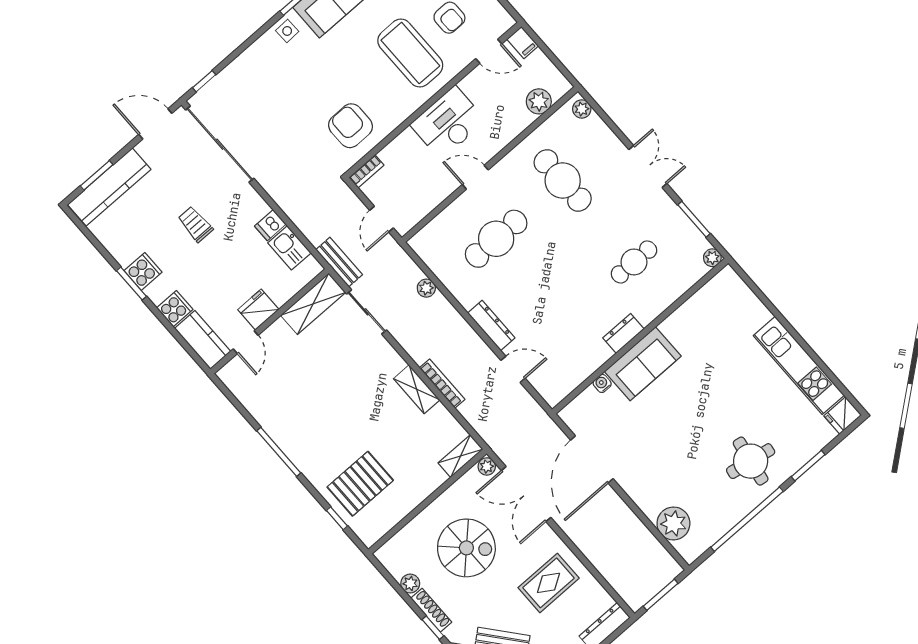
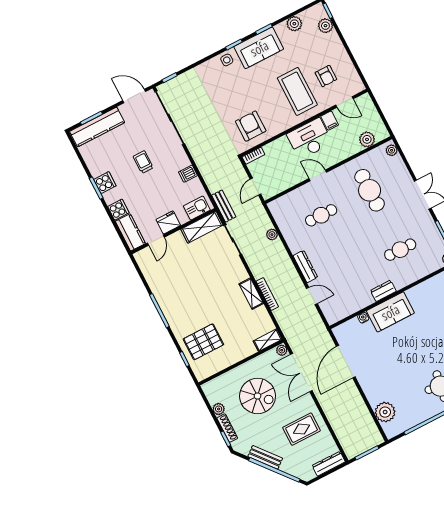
filing cabinet: (523, 43) -> (330, 121), moved
cafe table: (496, 239) -> (321, 215), width x0.73, depth x0.74
kitchen sink: (289, 248) -> (197, 208), moved, turned 90

